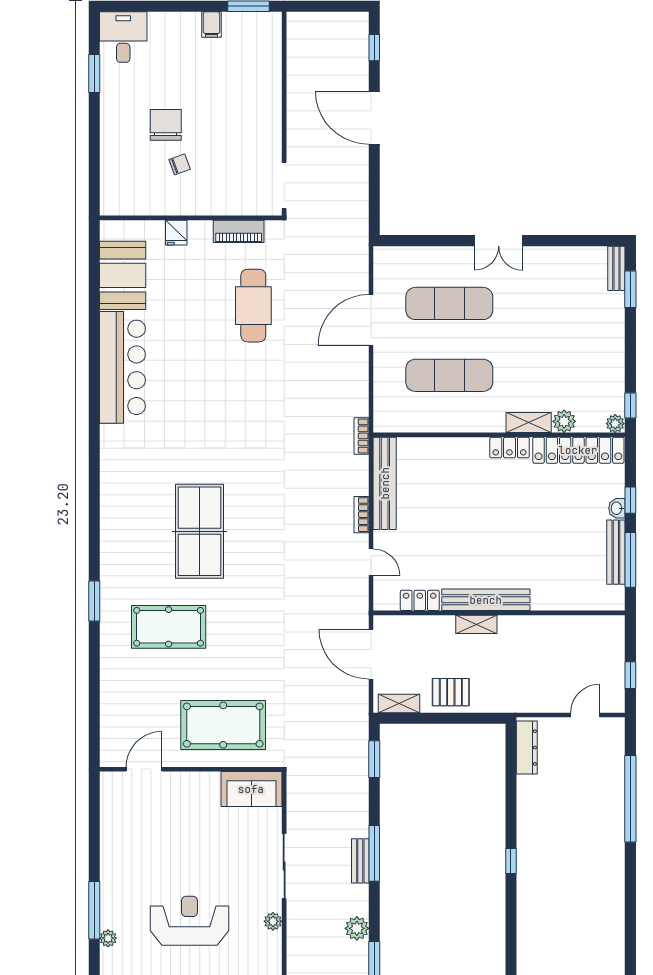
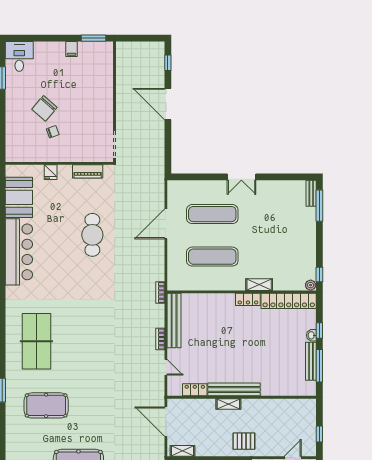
chair: (166, 125) -> (44, 108), turned -139
window: (630, 289) -> (319, 206), width x1.44
cafe table: (253, 306) -> (92, 235), moved
plant: (564, 421) -> (280, 284), removed
table tennis table: (199, 531) -> (36, 341), moved
pallet: (451, 692) -> (244, 441), moved

